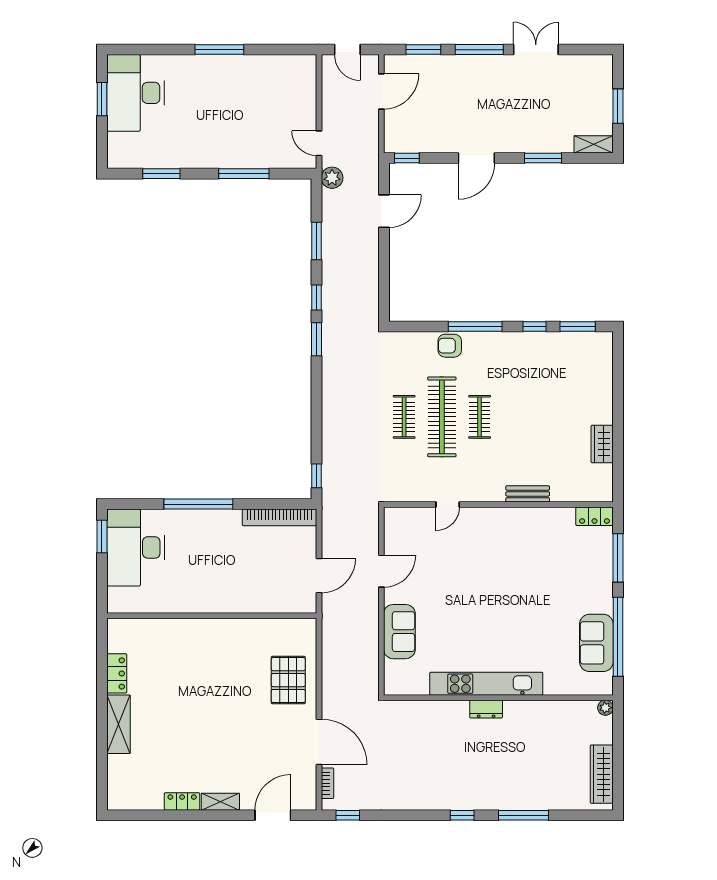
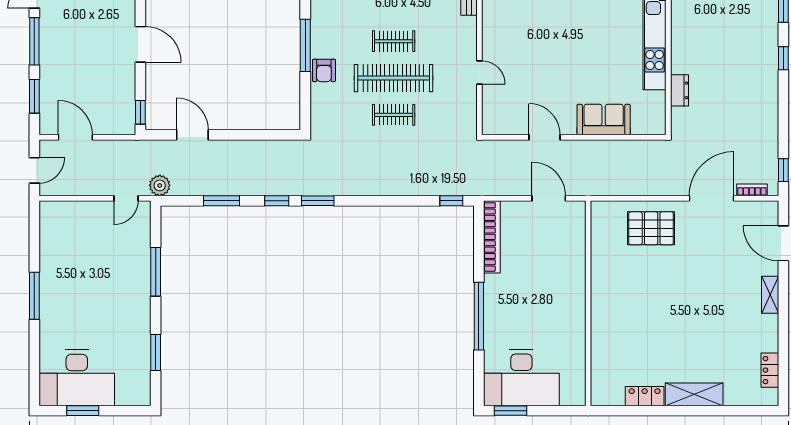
dresser: (486, 709) -> (679, 90), moved
locker: (182, 801) -> (770, 370), moved

